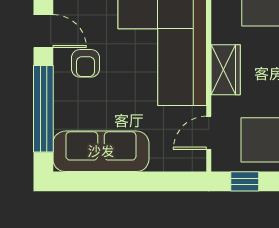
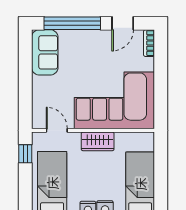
armchair: (85, 63) -> (102, 51), removed
sofa: (101, 151) -> (45, 52), width x0.73

